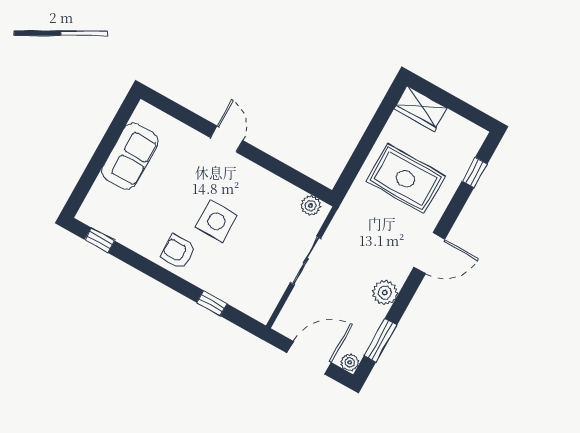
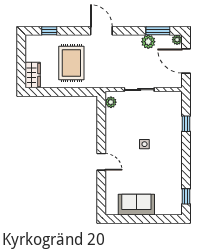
door: (227, 139) -> (101, 162), swing flipped
side table: (216, 221) -> (144, 144), width x0.54, depth x0.54
armchair: (178, 252) -> (170, 154), removed
plant: (385, 293) -> (148, 42), moved

